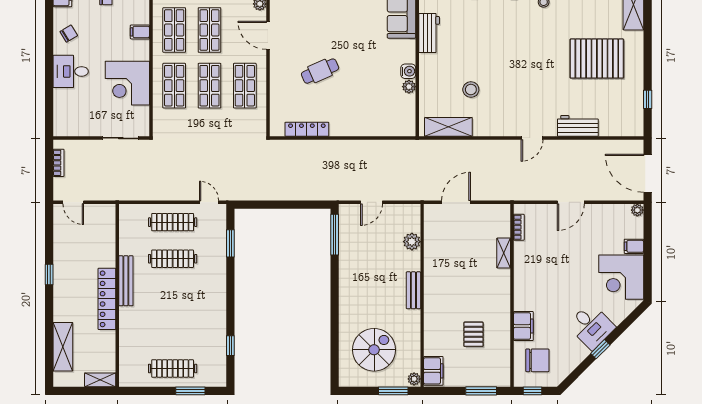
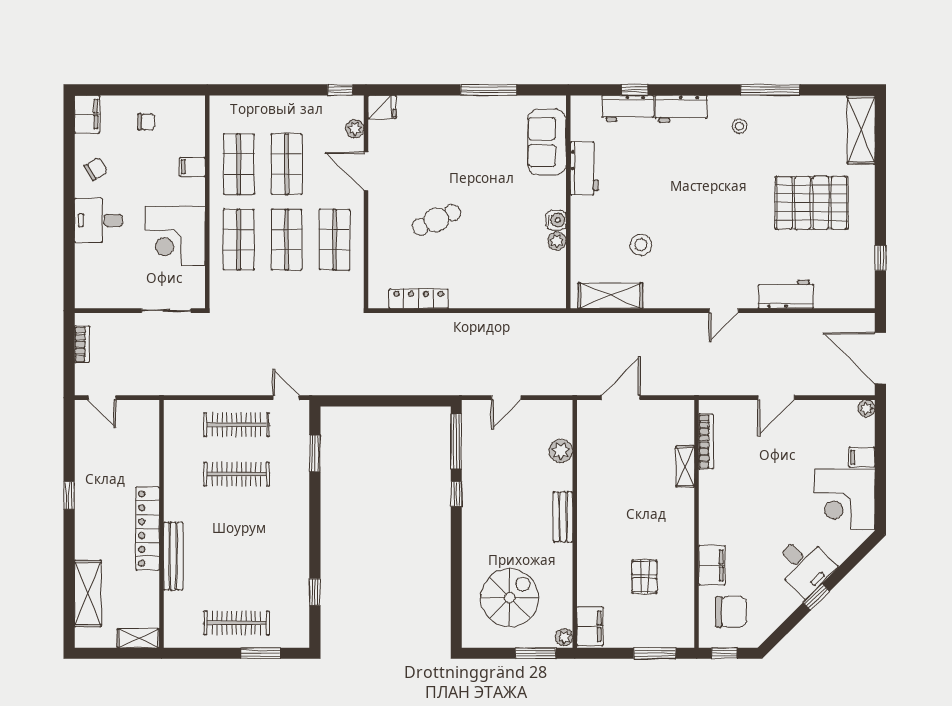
bookcase: (519, 227) -> (706, 441), width x1.56
window: (335, 273) -> (456, 494), added
bench: (126, 281) -> (173, 556), moved

